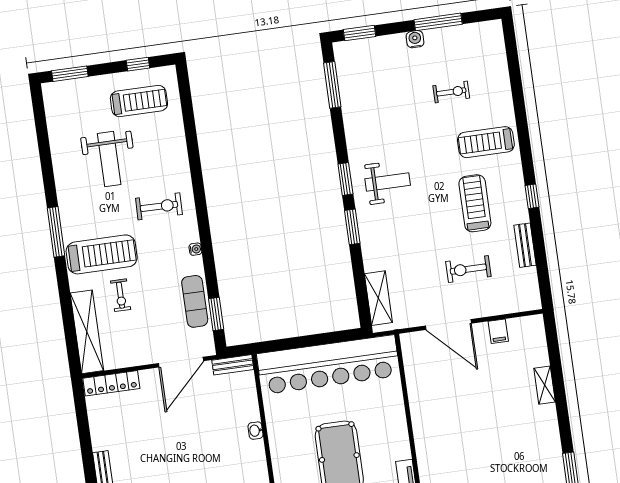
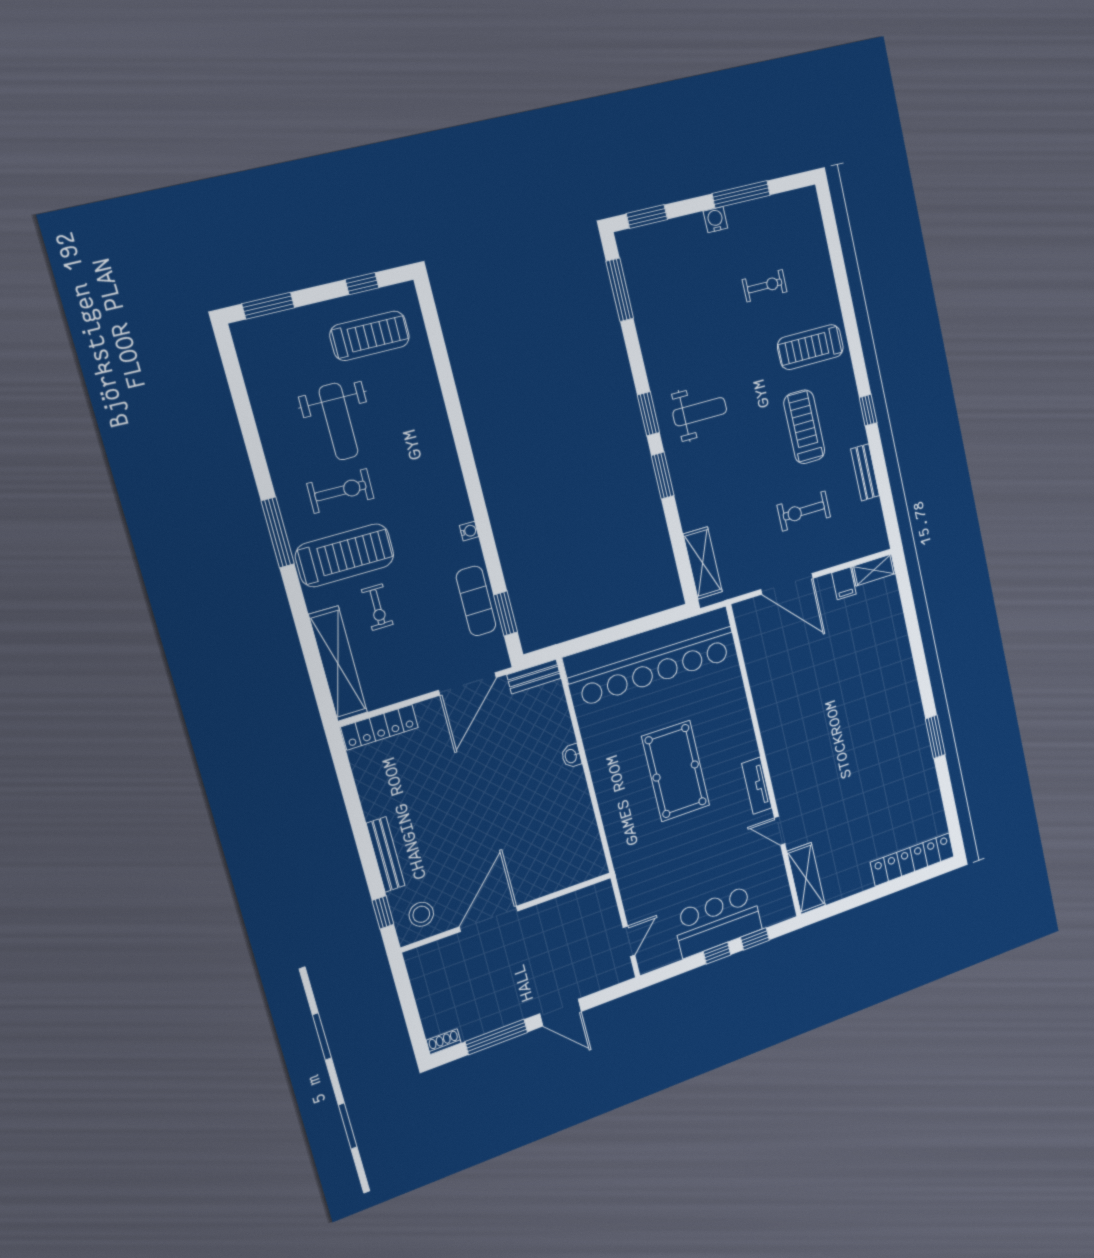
exercise bike: (159, 206) -> (340, 491), moved
shelving: (545, 385) -> (874, 570), moved, turned 90

